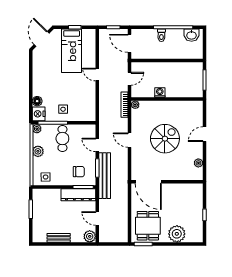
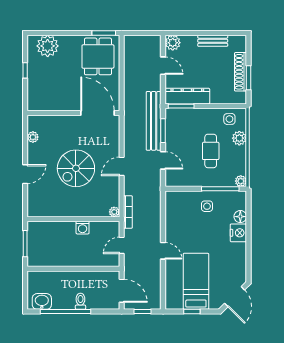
nightstand: (39, 114) -> (238, 233), moved
cafe table: (62, 139) -> (211, 151), moved
door: (129, 140) -> (122, 166), swing flipped
plant: (38, 151) -> (239, 138), moved
chair: (79, 172) -> (187, 126), removed
shoe rack: (37, 214) -> (240, 72), added
plant: (177, 234) -> (48, 46), moved

